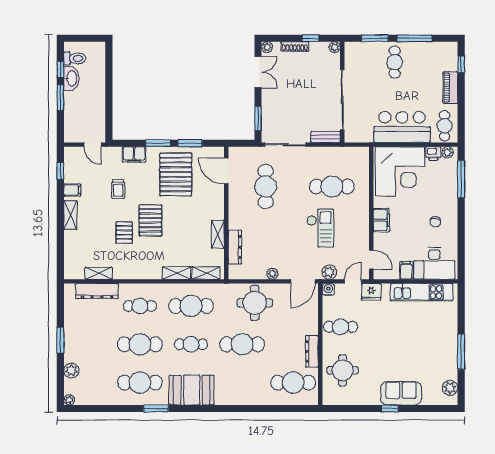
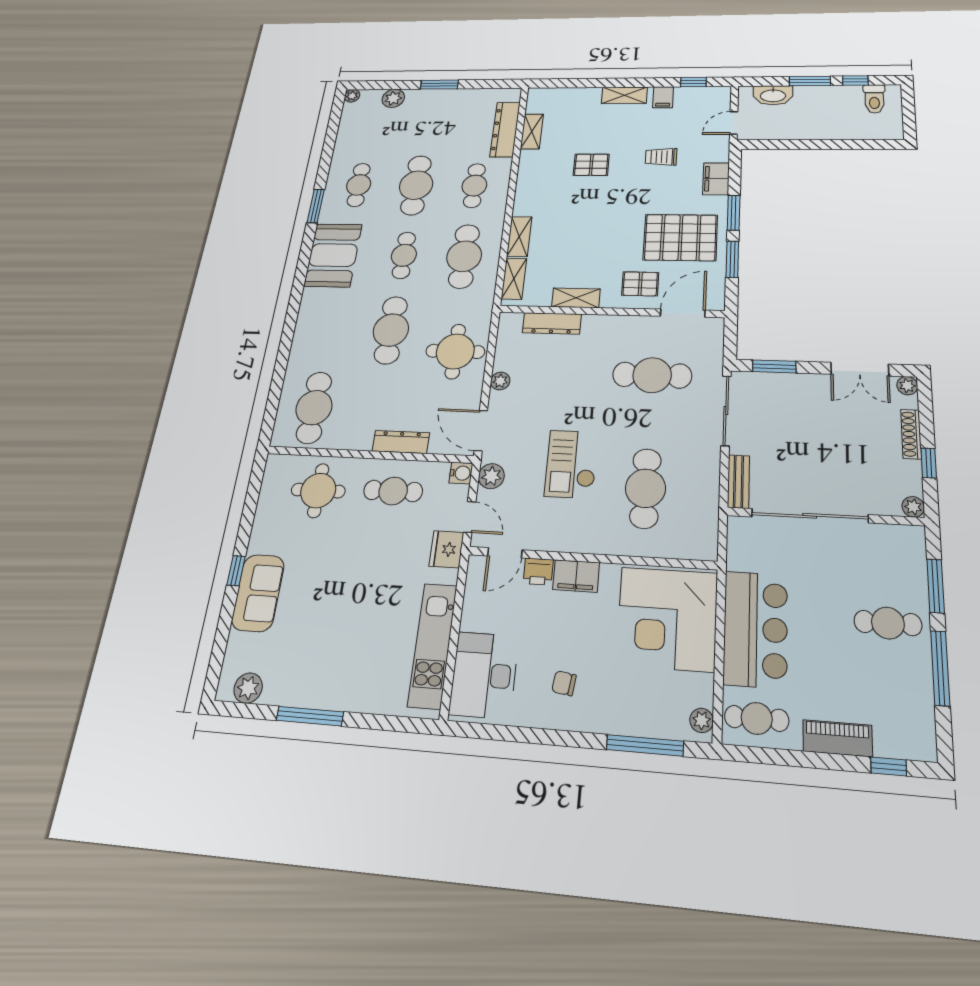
washbasin: (71, 78) -> (773, 95), moved
printer: (433, 153) -> (538, 572), moved, turned -90
pallet: (150, 220) -> (640, 284), moved, width x0.67, depth x0.71
checkout: (320, 228) -> (571, 464), turned 90
filing cabinet: (406, 271) -> (477, 618), removed
cafe table: (341, 327) -> (393, 491), turned 90
dresser: (312, 351) -> (401, 442), moved
cafe table: (140, 383) -> (359, 185), width x0.73, depth x0.74

